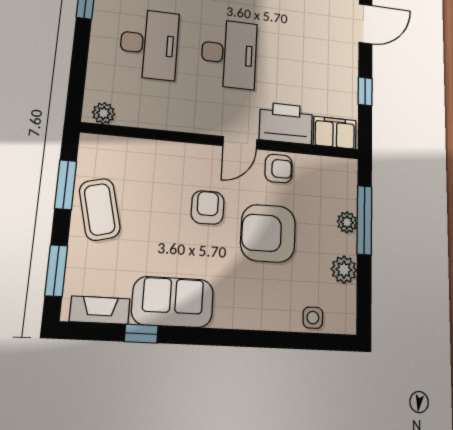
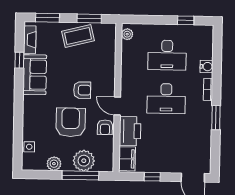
plant: (347, 222) -> (84, 161), width x1.88, depth x1.88

